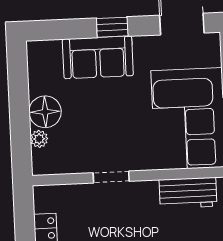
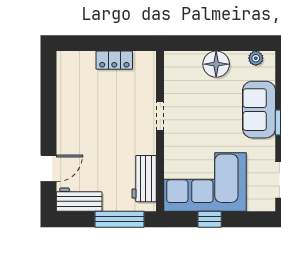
plant: (39, 139) -> (256, 58), moved

